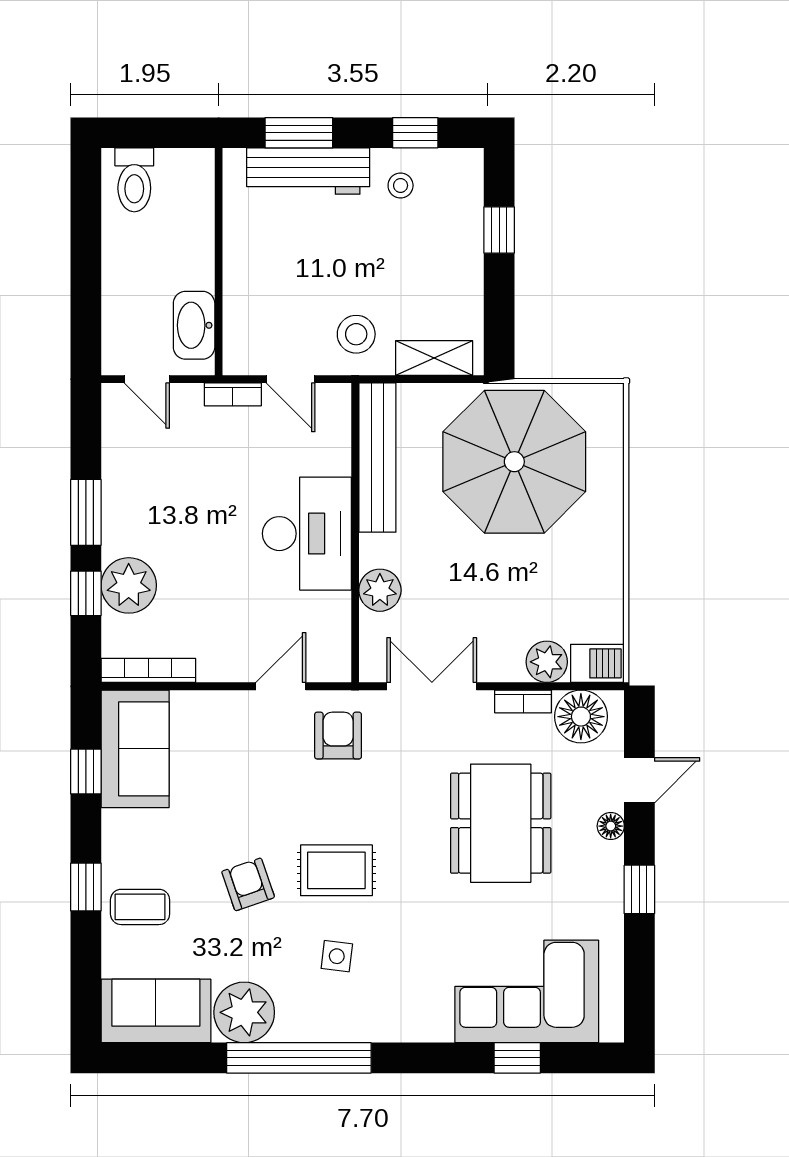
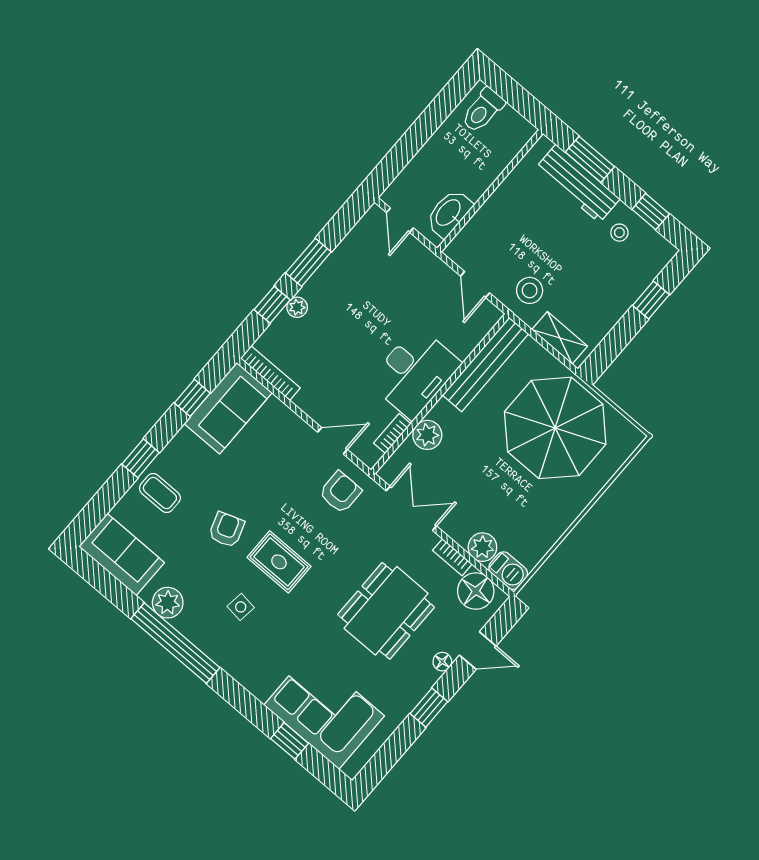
bookcase: (233, 394) -> (392, 433), moved, turned 90
plant: (129, 585) -> (297, 307), width x0.53, depth x0.53
plant: (244, 1012) -> (168, 603), width x0.73, depth x0.73

